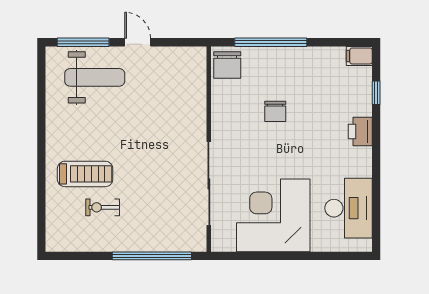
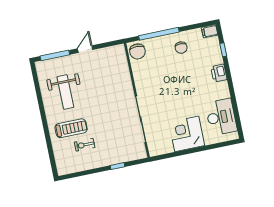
door: (138, 42) -> (85, 49), hinge flipped
weight bench: (95, 77) -> (65, 92), moved, turned 90
chair: (275, 111) -> (181, 48), moved
corner desk: (273, 215) -> (187, 134), width x0.74, depth x0.74
window: (152, 256) -> (118, 166), width x0.32

